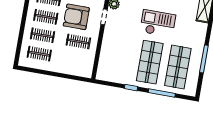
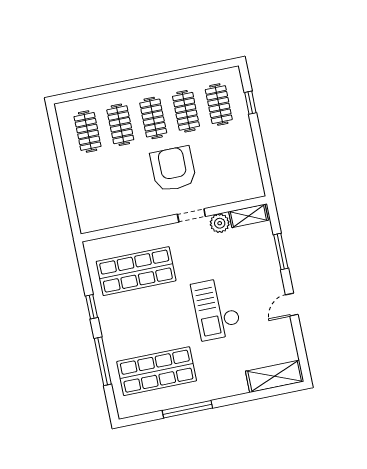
checkout: (158, 23) -> (216, 309), turned 180
clothes rail: (78, 42) -> (133, 189), removed
shop shelf: (150, 62) -> (136, 271), moved

